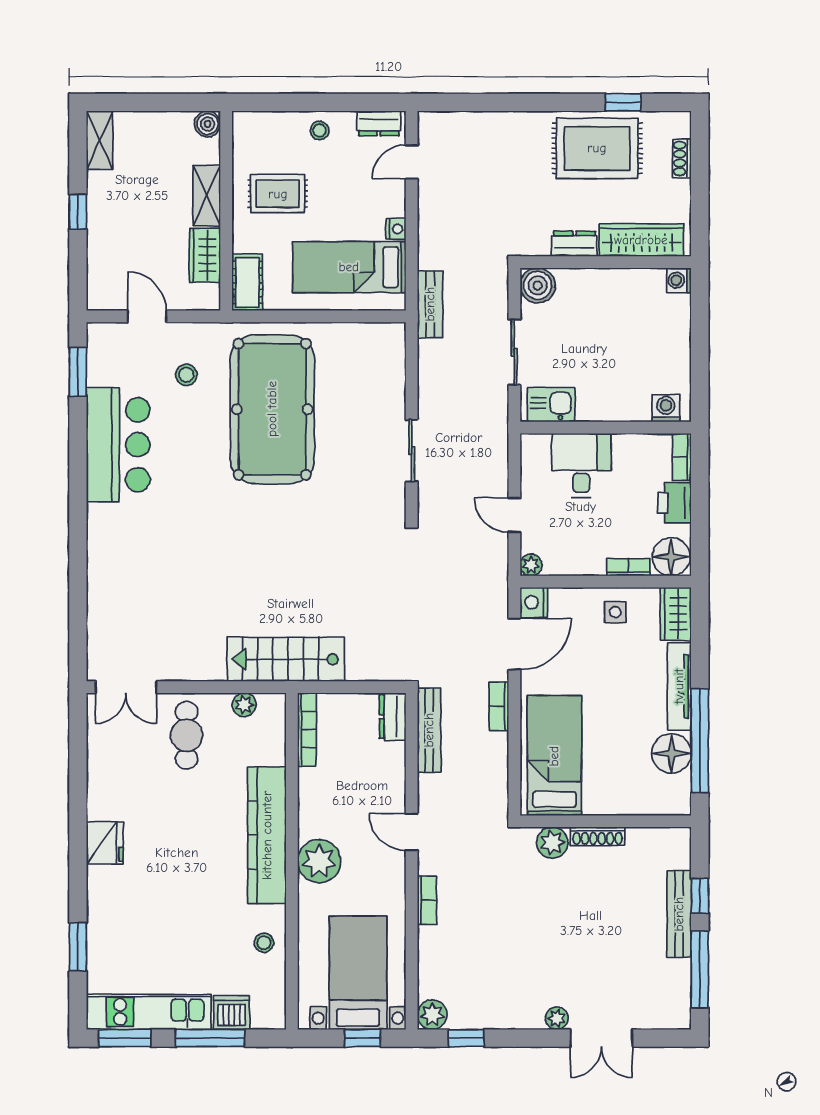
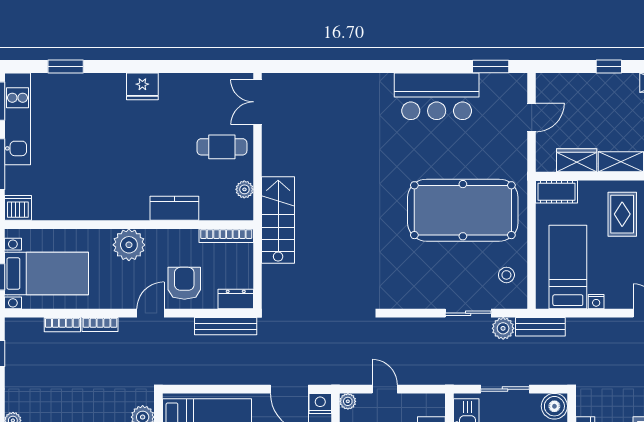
stool: (186, 375) -> (506, 275), moved
sliding door: (412, 451) -> (468, 313), moved
door: (514, 515) -> (385, 389), hinge flipped
bookcase: (499, 706) -> (62, 325), moved, turned 180
armchair: (371, 786) -> (184, 283), added
kitchen counter: (267, 835) -> (174, 208), width x0.48, depth x0.86
stool: (264, 943) -> (69, 204), removed
dishwasher: (232, 1013) -> (18, 208), moved, turned -90
plant: (432, 1015) -> (503, 328), moved

